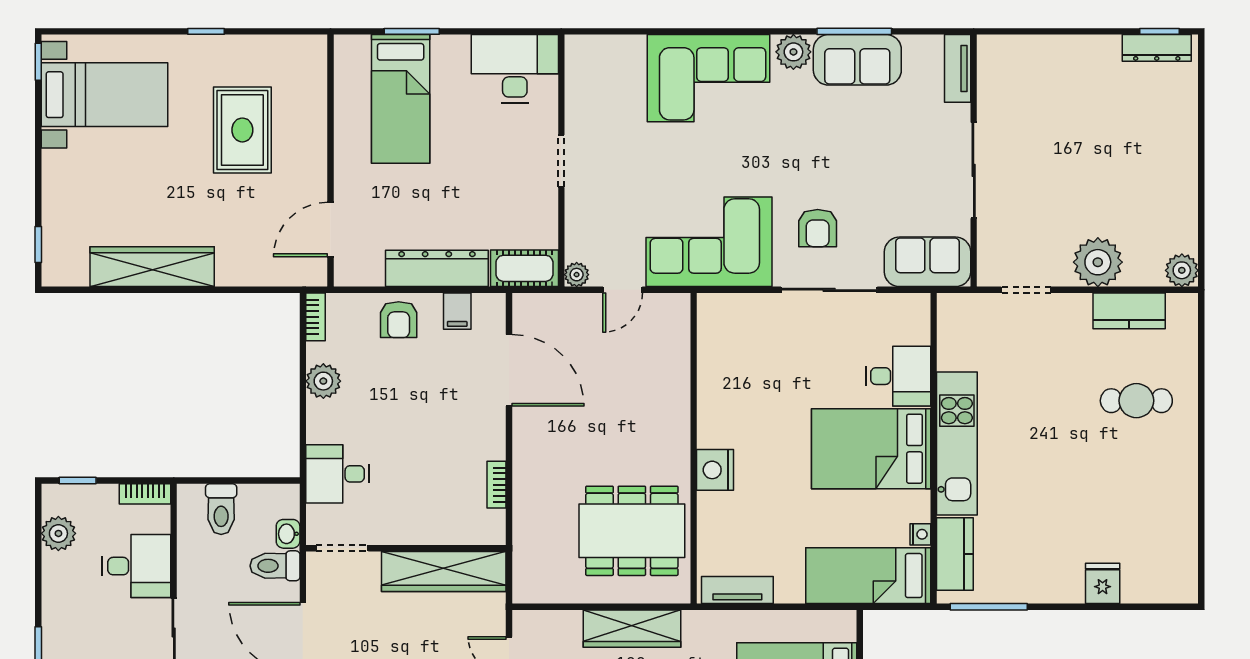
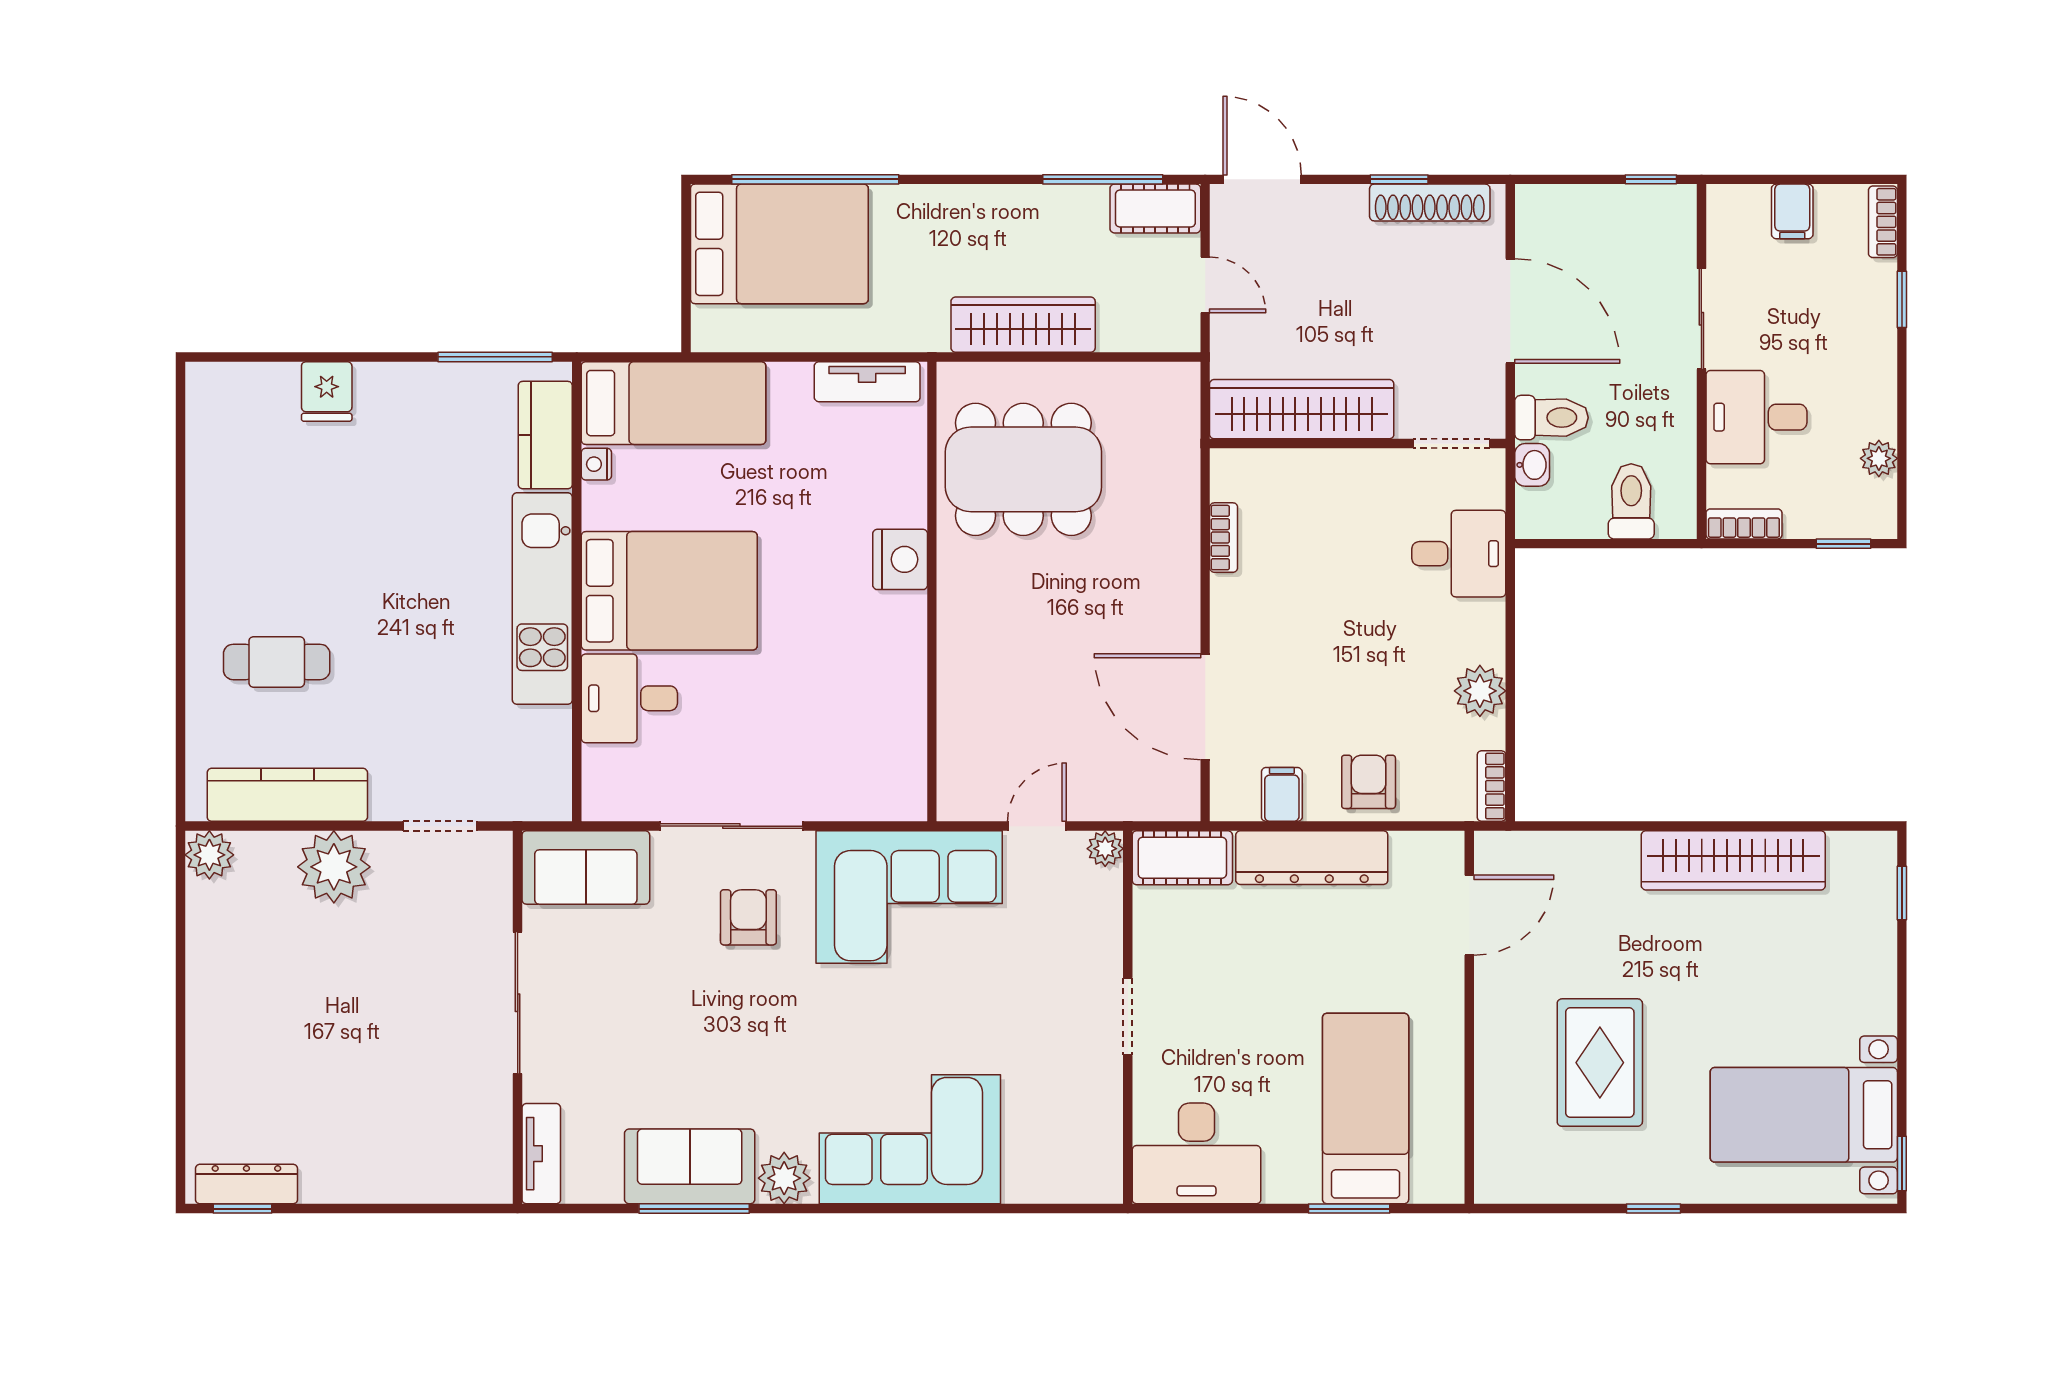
kitchen counter: (1129, 311) -> (287, 795), width x1.50
plant: (58, 533) -> (1879, 458), width x0.73, depth x0.73

